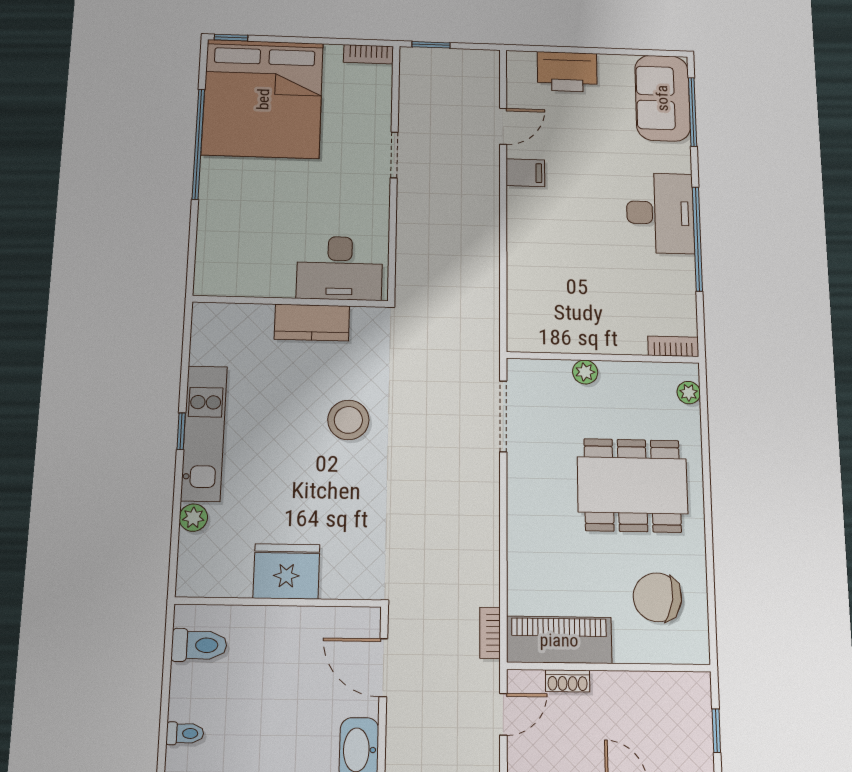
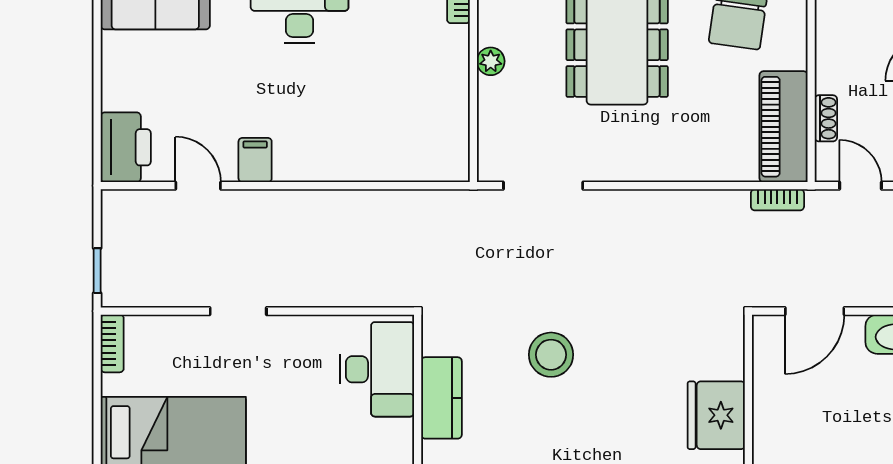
printer: (567, 72) -> (126, 147), moved
plant: (585, 372) -> (491, 61), moved

